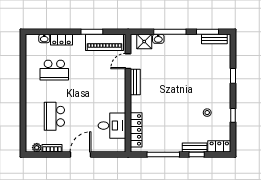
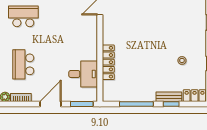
school desk: (54, 70) -> (23, 16), turned 180
bench: (135, 82) -> (107, 29), removed
locker: (136, 130) -> (108, 62), moved
window: (111, 155) -> (82, 104), added

